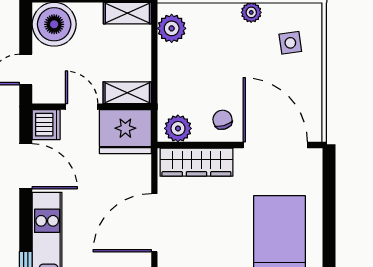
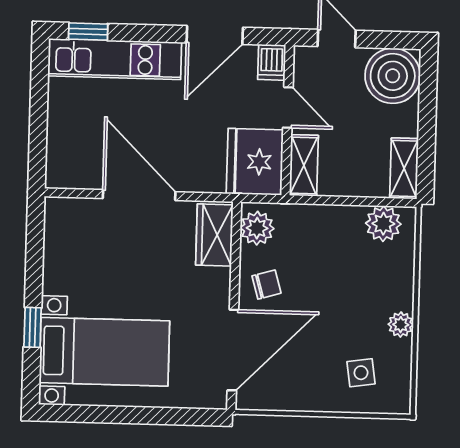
door: (82, 107) -> (288, 107), hinge flipped
dishwasher: (46, 125) -> (272, 62), width x0.73
wardrobe: (196, 162) -> (214, 235), width x0.67

